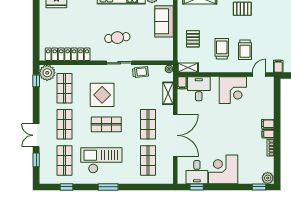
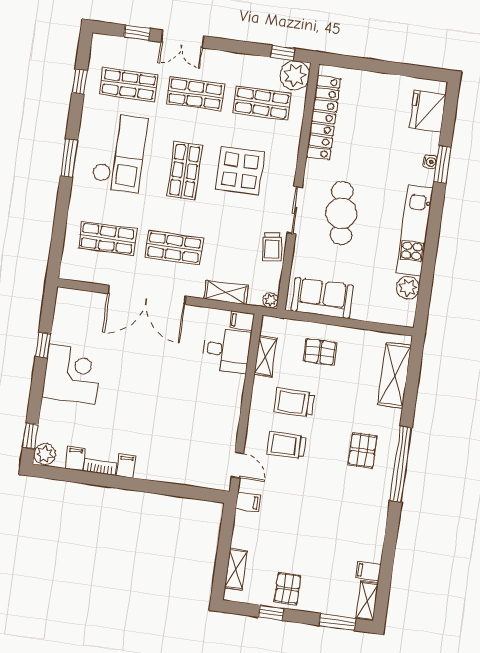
sofa: (164, 21) -> (322, 298), moved
cafe table: (117, 38) -> (341, 213), width x1.37, depth x1.35
trolley: (222, 49) -> (294, 402), turned 180
shelving: (188, 68) -> (265, 356), moved
corner desk: (233, 90) -> (215, 413), removed
filing cabinet: (268, 124) -> (75, 459), moved
double door: (36, 135) -> (182, 39), swing flipped
desk: (197, 172) -> (74, 325), removed
window: (197, 187) -> (43, 345), moved

